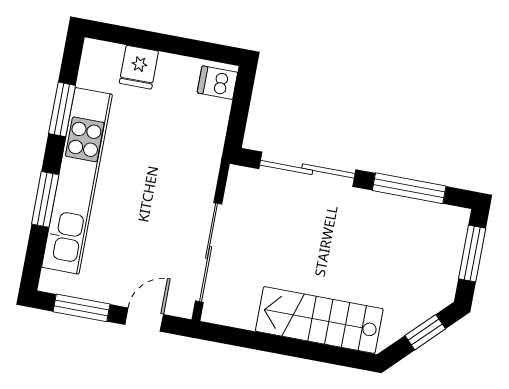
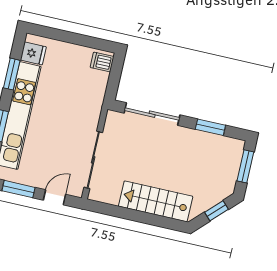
fridge: (139, 67) -> (33, 53), moved, turned -90
window: (409, 188) -> (210, 127), width x0.69

